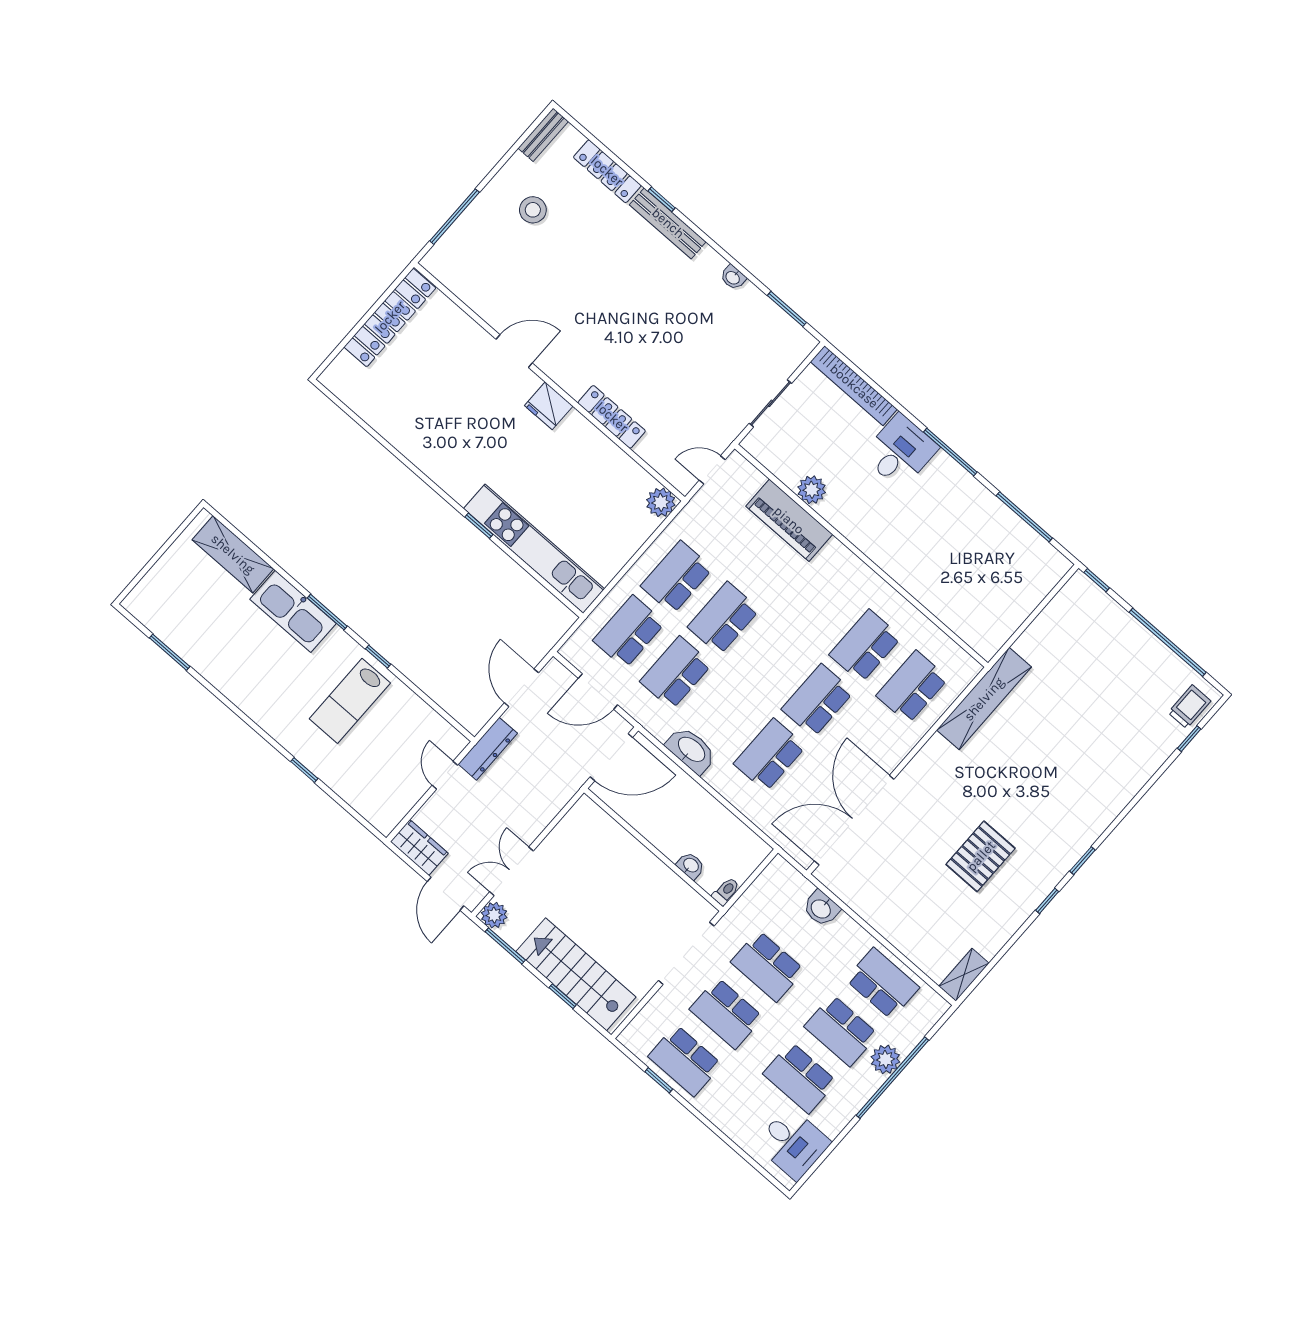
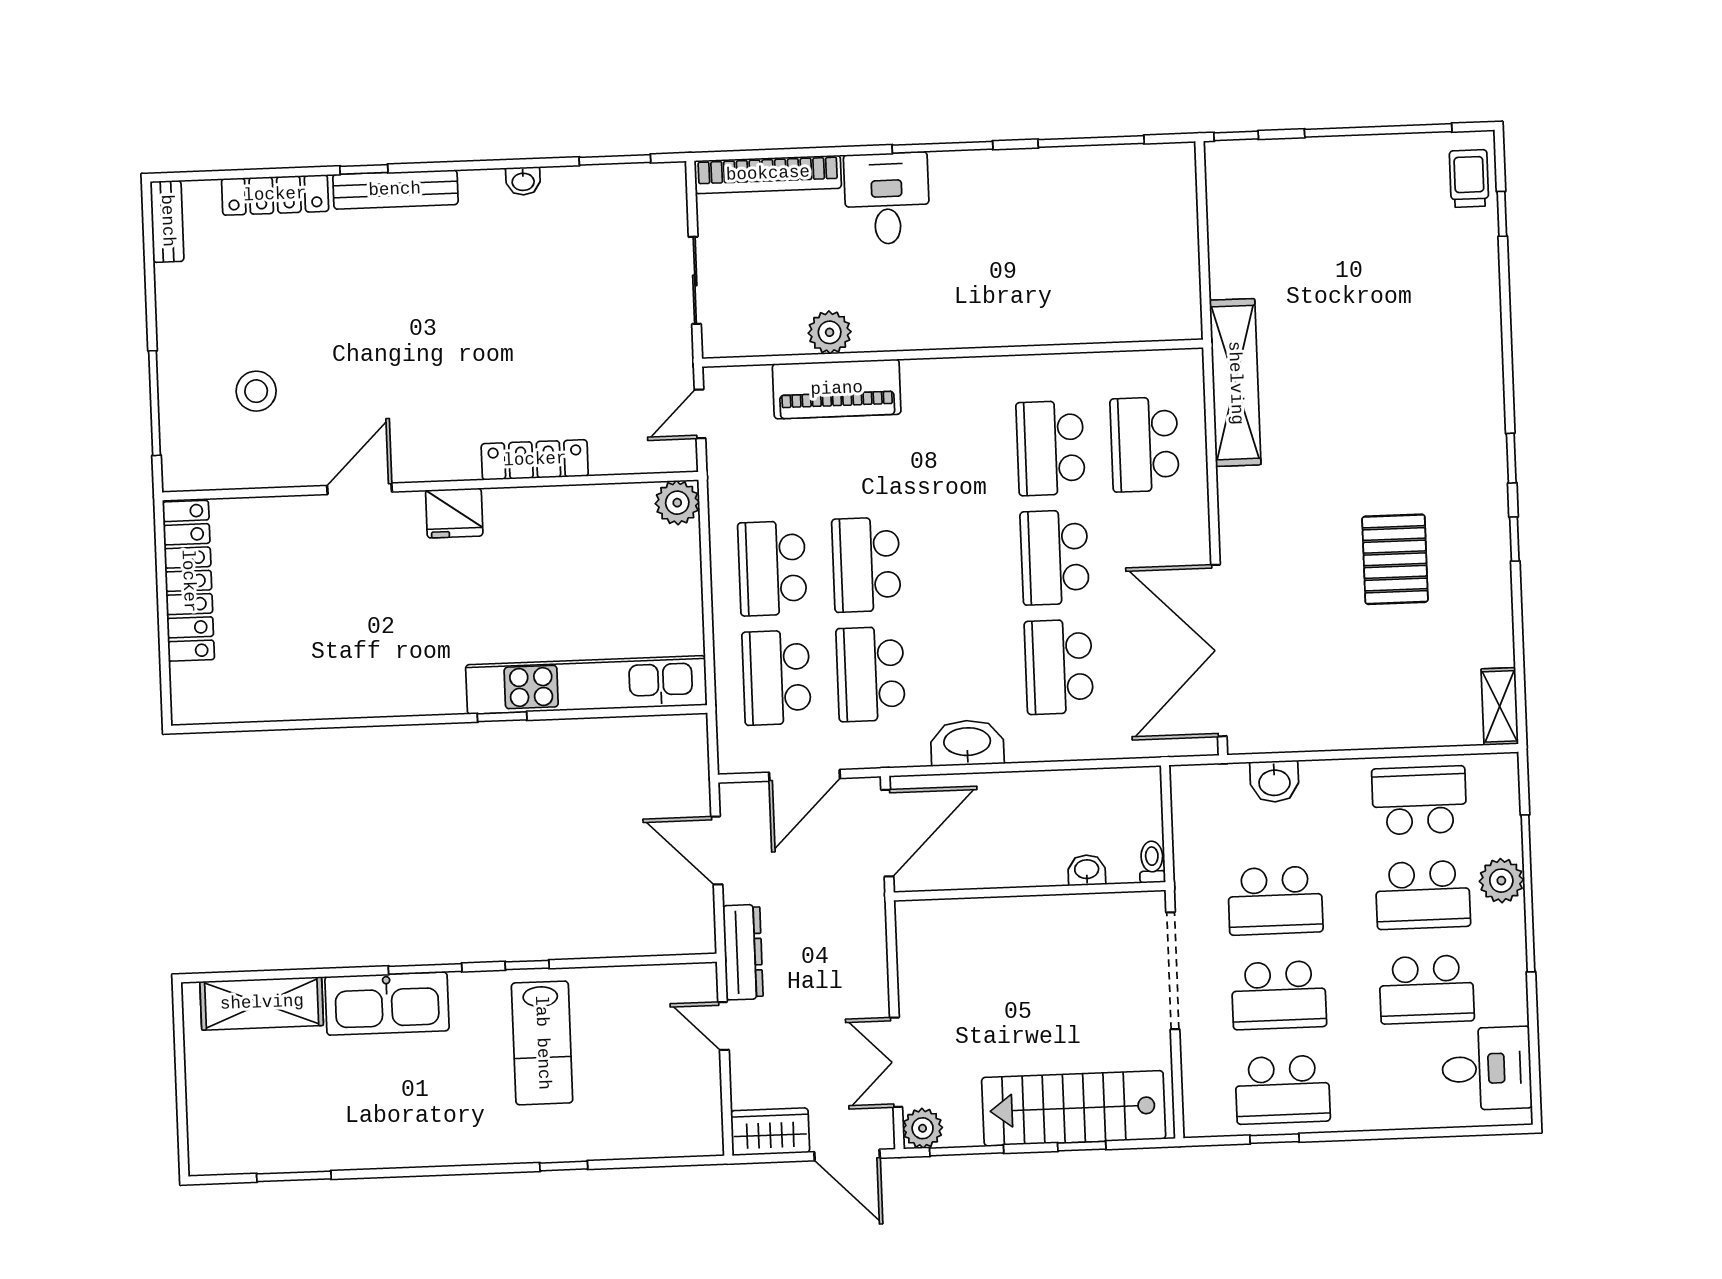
stool: (533, 210) -> (256, 391), moved

